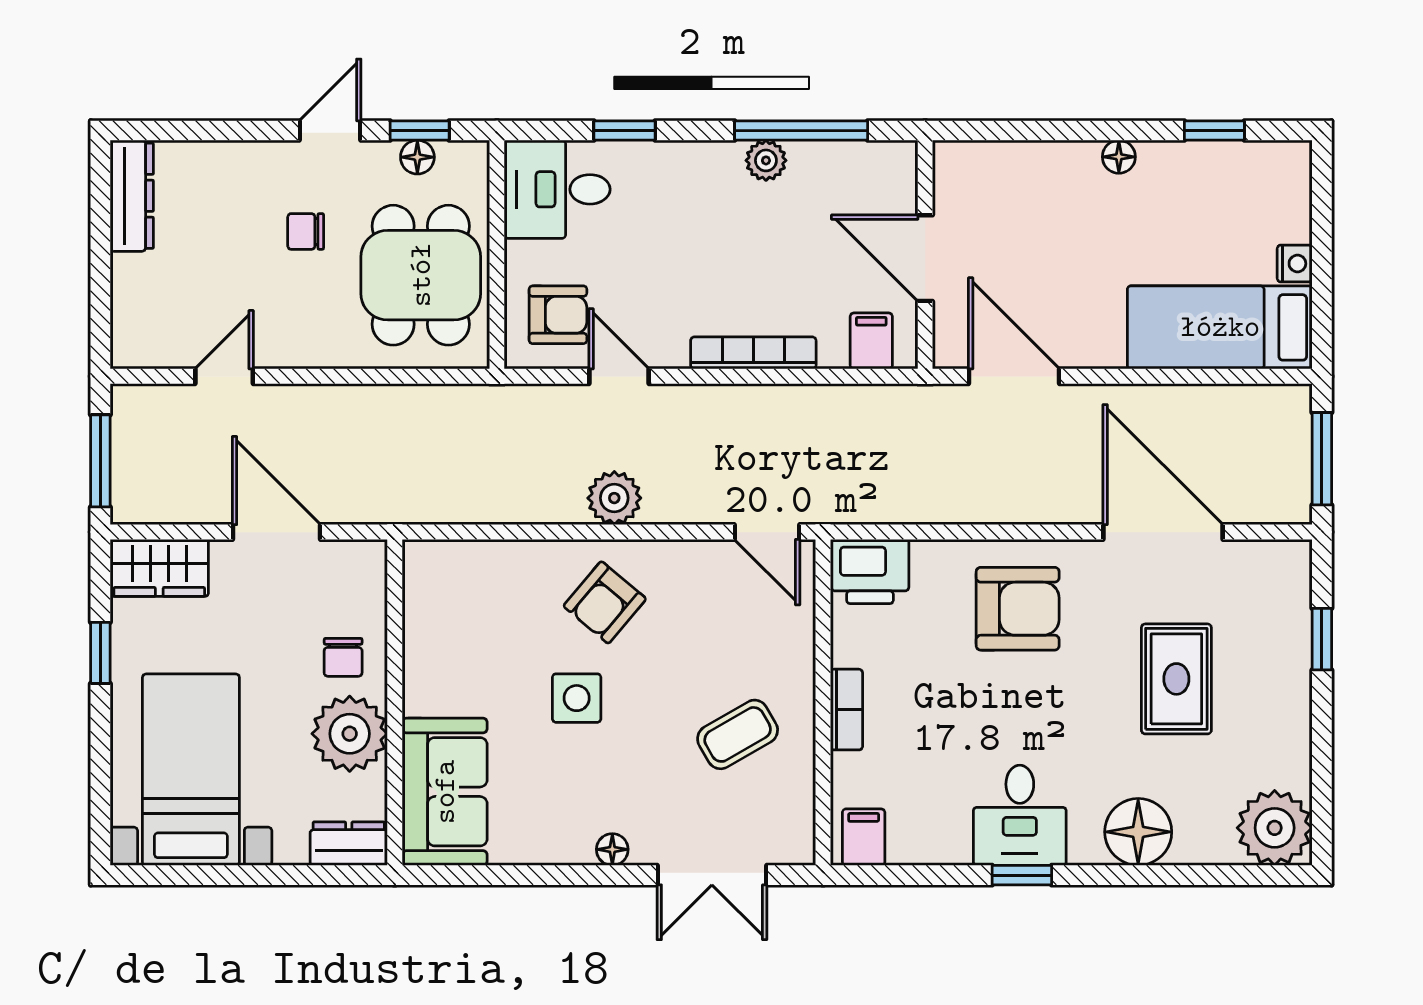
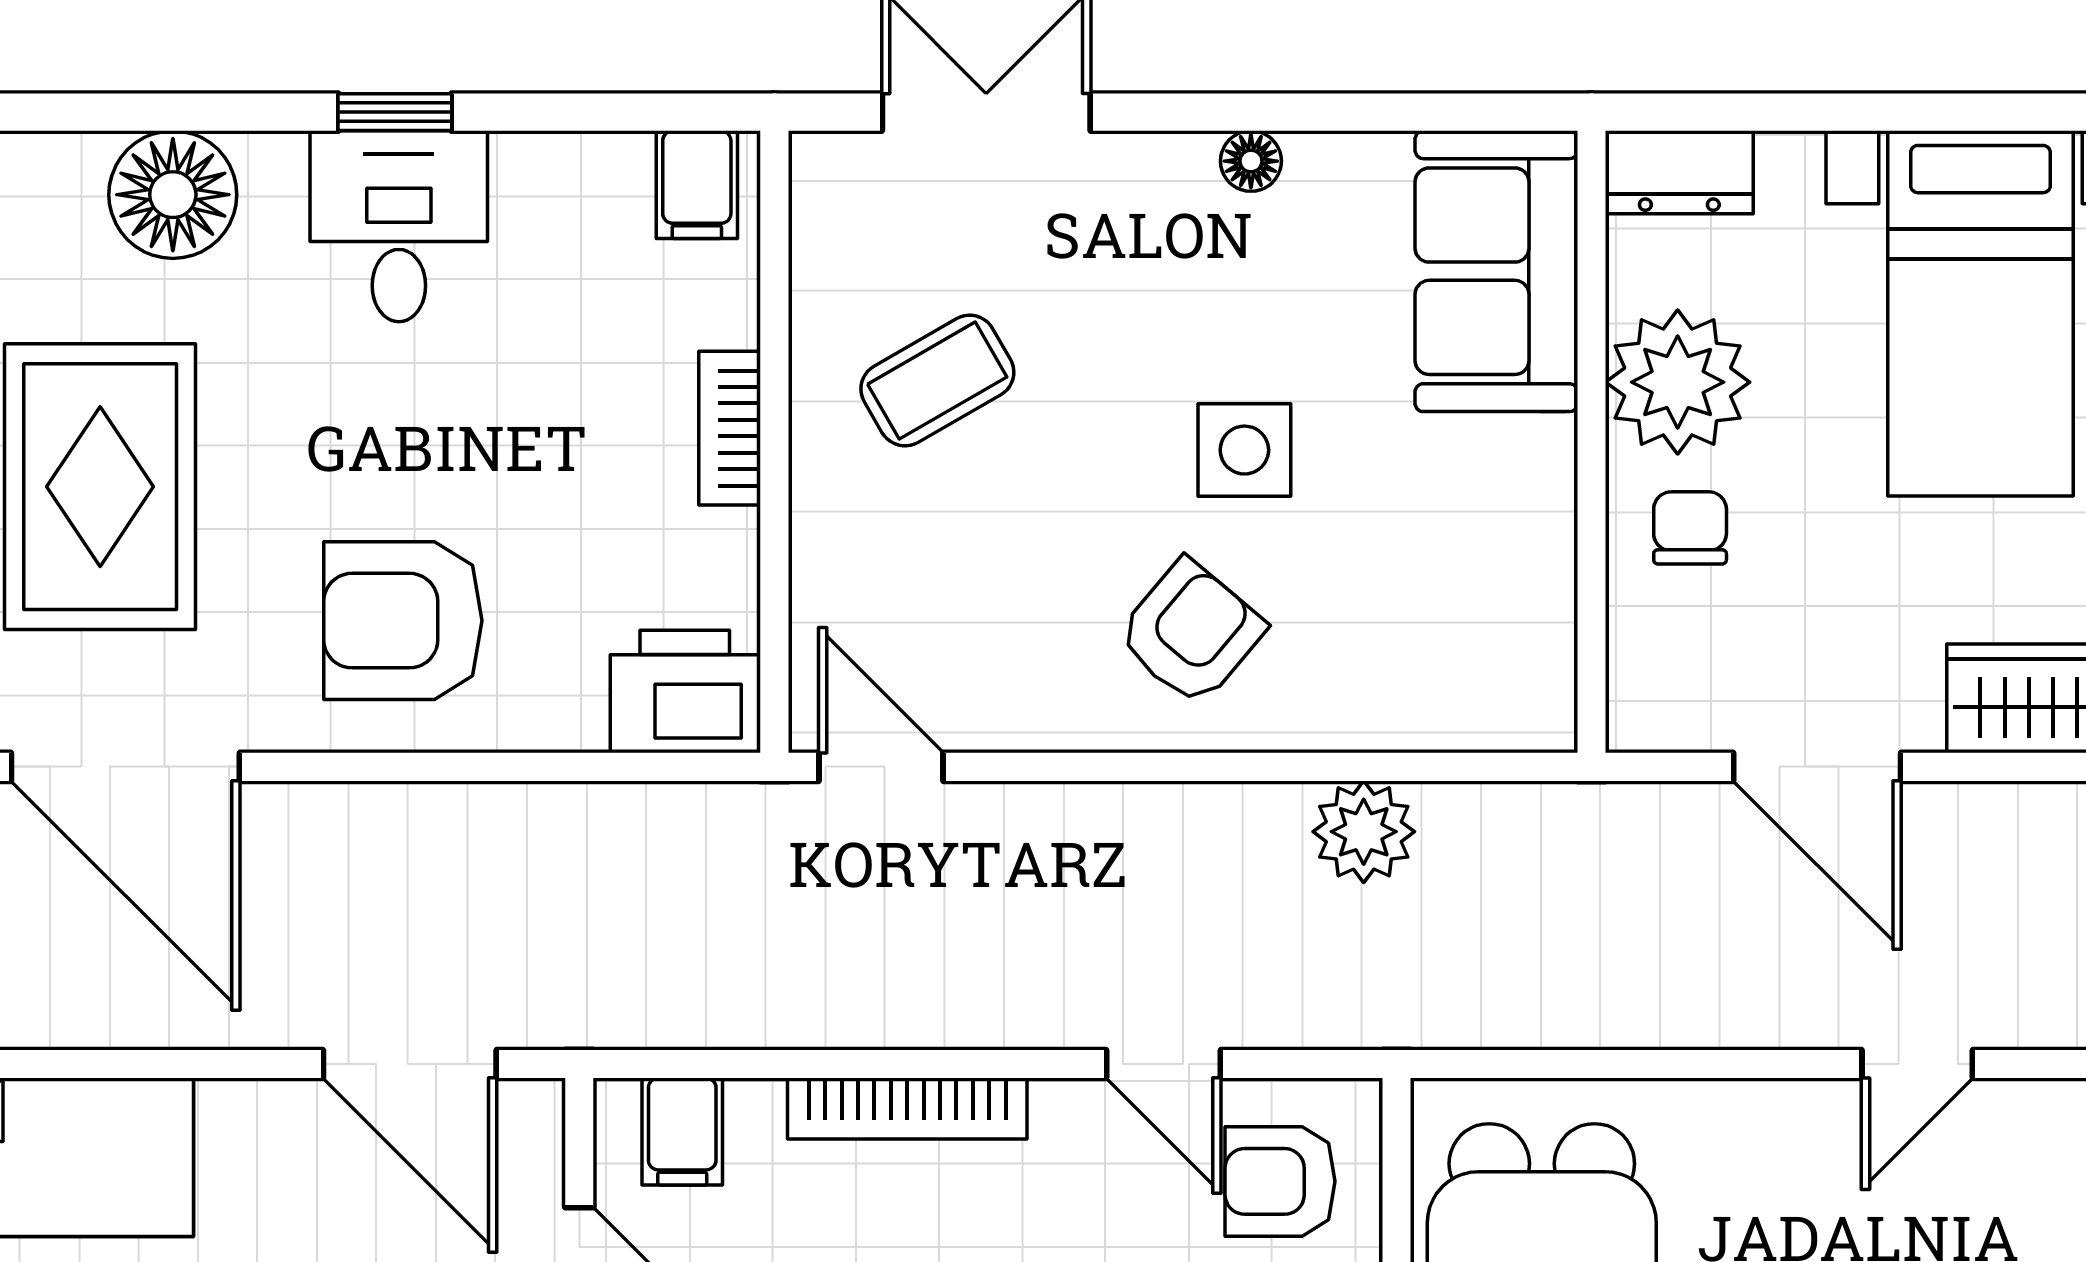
plant: (614, 498) -> (1364, 832), moved
rug: (1176, 679) -> (100, 487), width x1.36, depth x1.43
floor lamp: (612, 849) -> (1251, 161), moved

